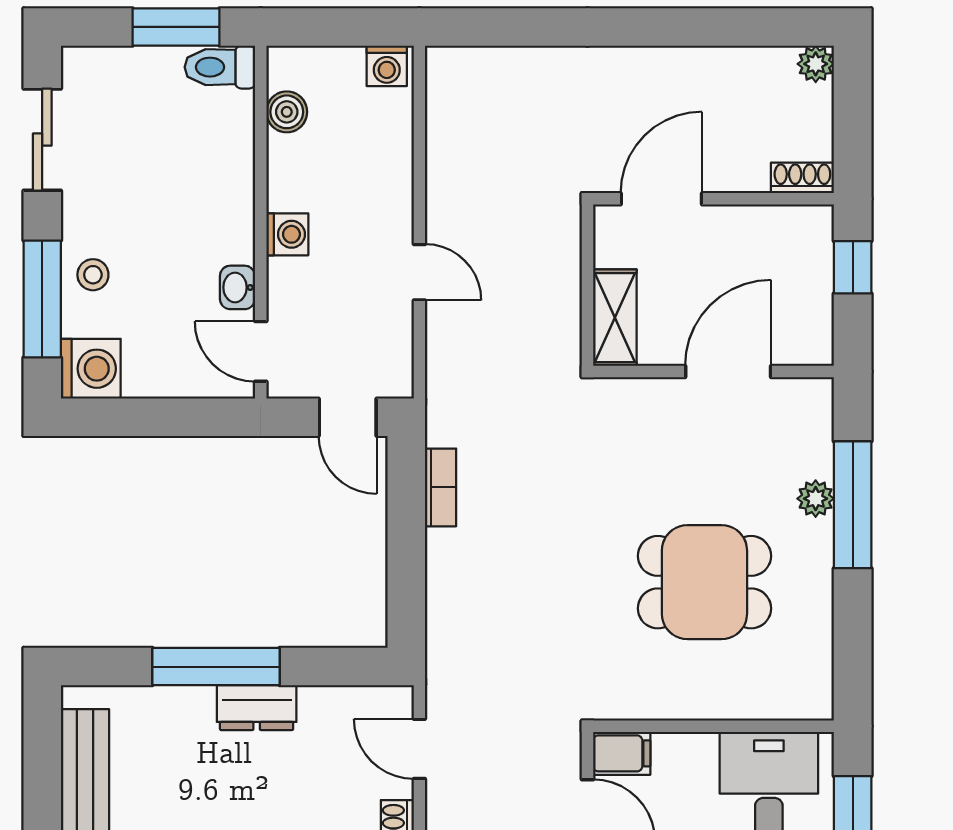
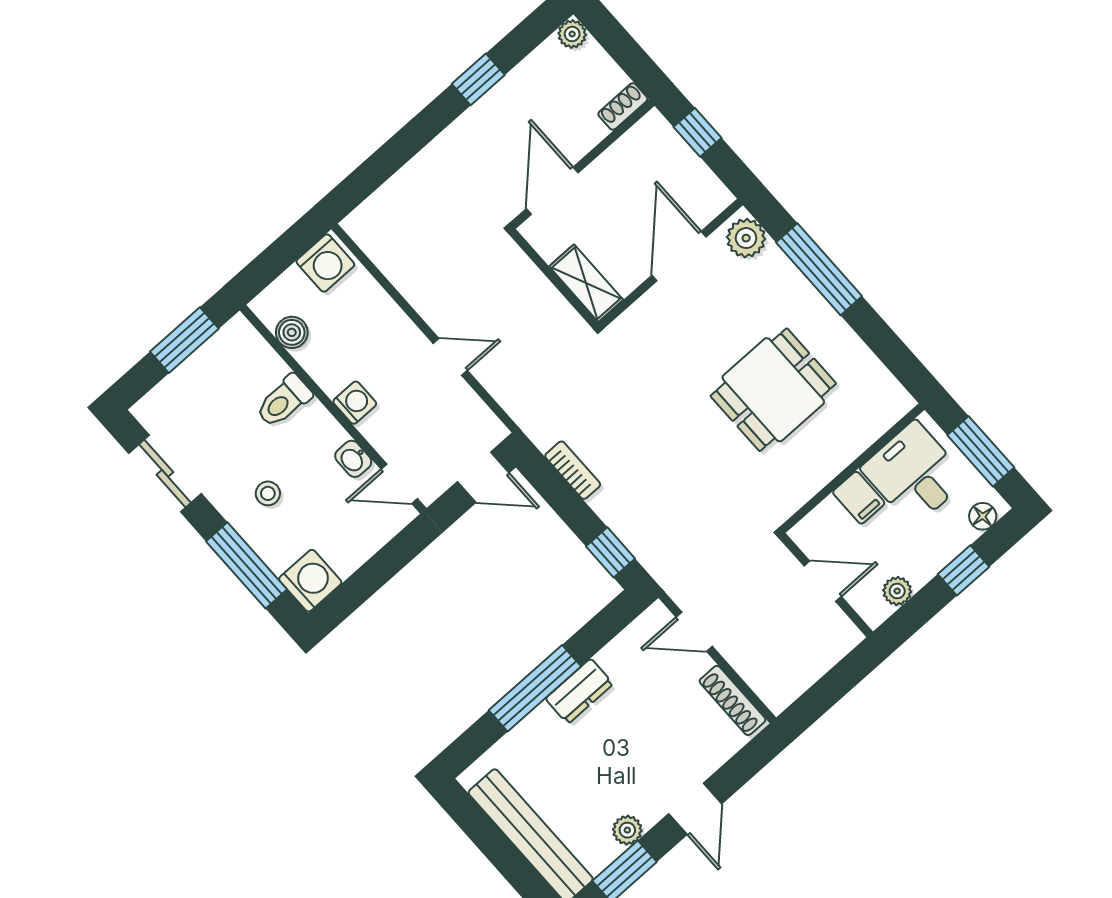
window: (686, 27) -> (478, 79), added
washing machine: (387, 66) -> (325, 263), width x1.38, depth x1.38
toilet: (220, 67) -> (284, 401), moved
stool: (93, 275) -> (268, 493), moved
plant: (816, 499) -> (746, 238), moved, width x1.38, depth x1.38
window: (406, 600) -> (610, 552), added
filing cabinet: (622, 753) -> (859, 498), moved, turned 90

